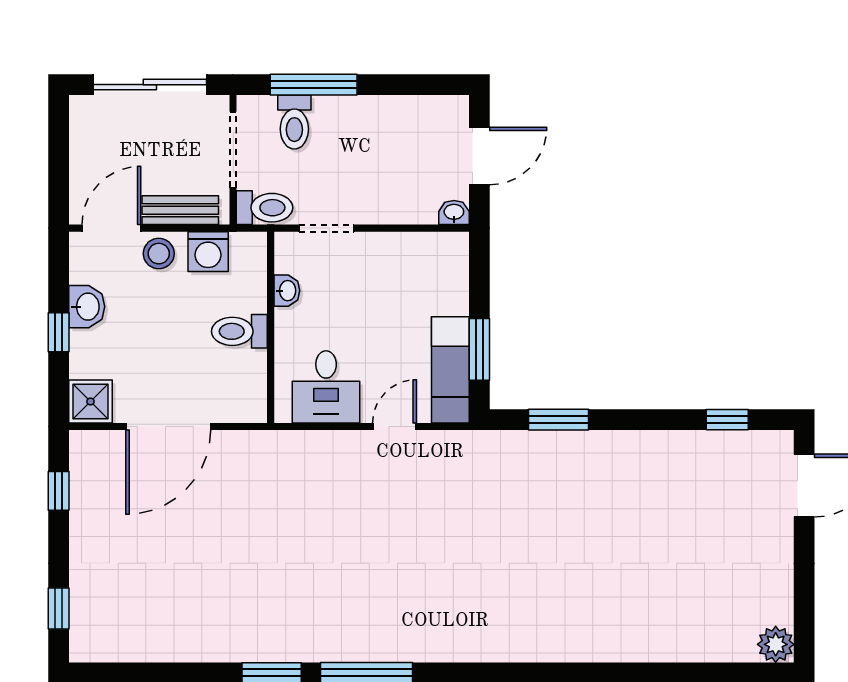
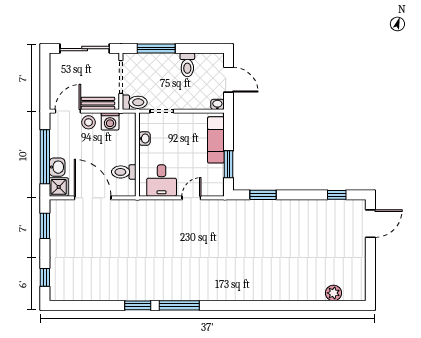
toilet: (294, 122) -> (187, 65), moved
door: (479, 156) -> (229, 80), hinge flipped
washbasin: (87, 307) -> (57, 167), moved
toilet: (239, 331) -> (124, 172), moved
window: (59, 332) -> (45, 157), width x3.17
exam couch: (450, 370) -> (216, 140), moved
door: (168, 427) -> (93, 198), swing flipped
window: (59, 491) -> (45, 226), width x1.50
plant: (776, 644) -> (333, 293), moved

